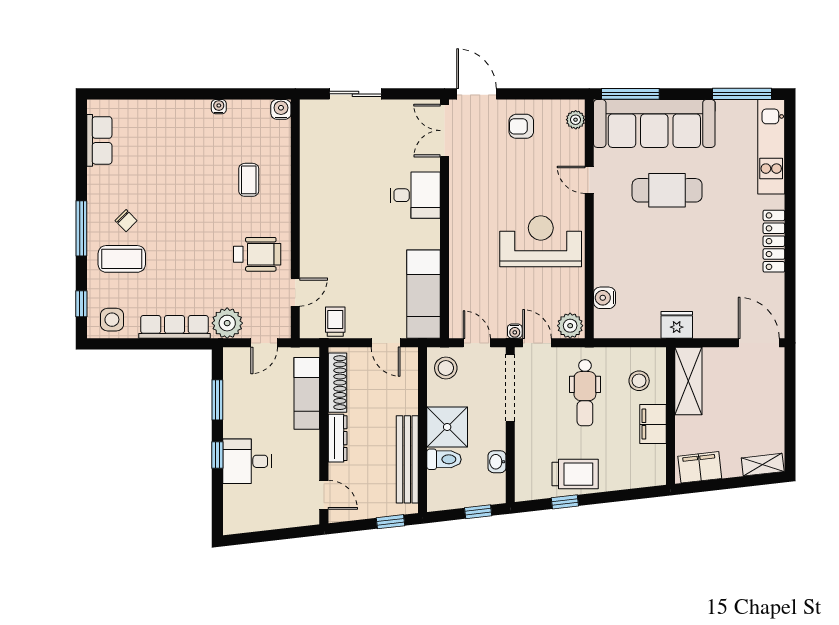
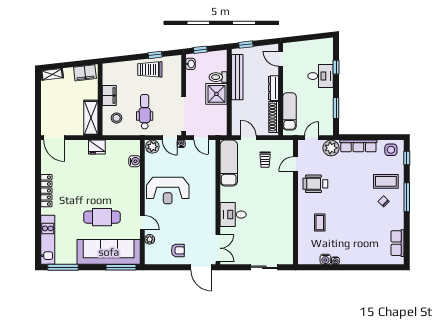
water cooler: (281, 109) -> (325, 259), moved
plant: (576, 120) -> (150, 239), moved
trolley: (335, 322) -> (265, 160), moved
stool: (446, 368) -> (217, 125), removed
window: (217, 455) -> (336, 67), moved
washbasin: (497, 462) -> (190, 64), moved

